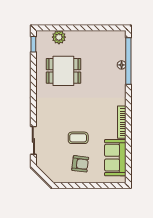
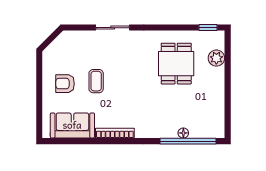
sliding door: (33, 140) -> (113, 28), moved
armchair: (80, 164) -> (65, 84), turned 83

